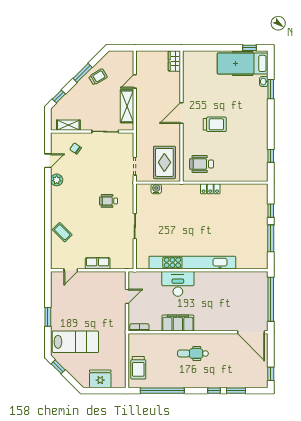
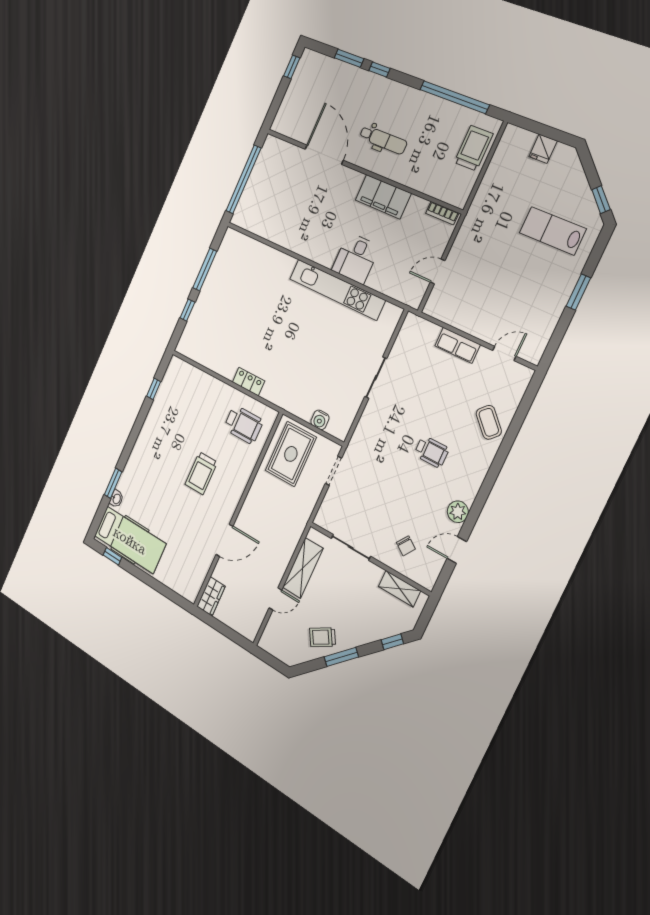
door: (181, 113) -> (224, 540), moved
trolley: (215, 124) -> (201, 473), turned -90
wheelchair: (108, 201) -> (431, 452), moved
kitchen unit: (192, 263) -> (337, 289), width x0.73
desk: (178, 284) -> (356, 258), width x0.73
door: (251, 332) -> (324, 155), moved
lab bench: (75, 342) -> (553, 231), width x0.73, depth x0.72
fridge: (100, 379) -> (543, 149), width x0.53, depth x0.75

